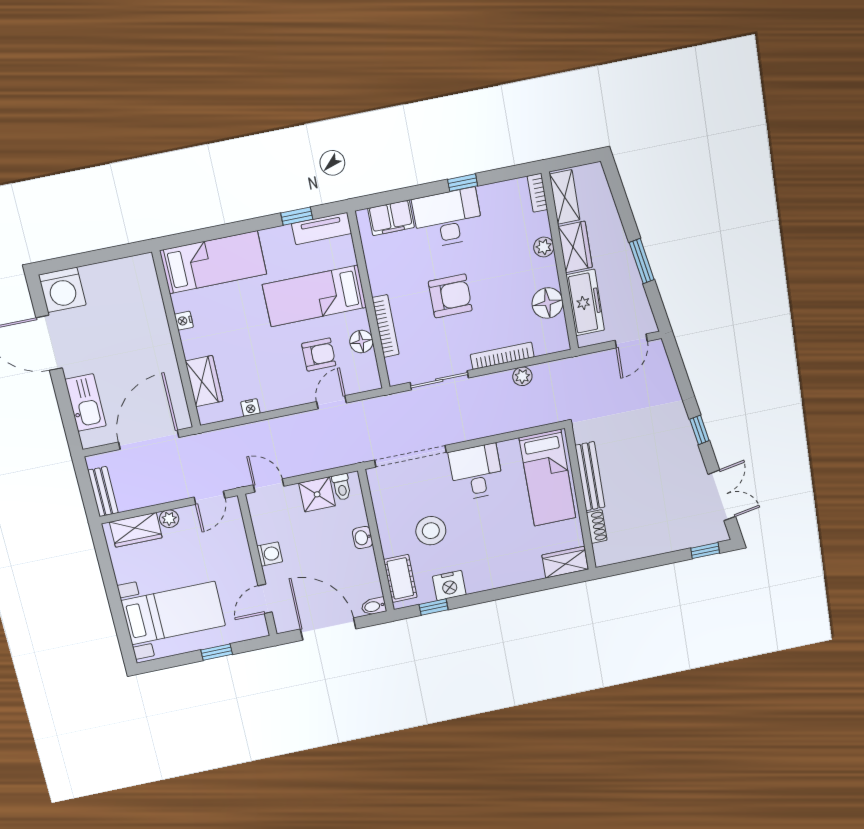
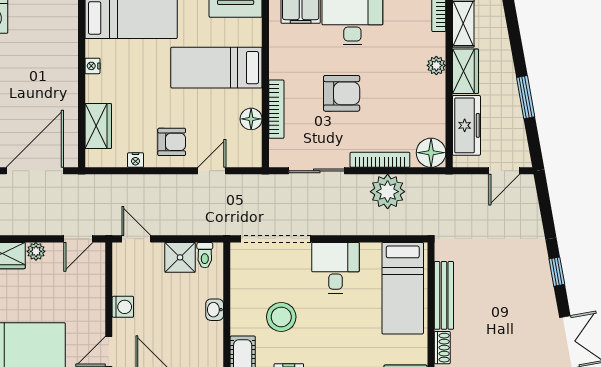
floor lamp: (548, 303) -> (431, 153), moved
armchair: (319, 355) -> (172, 142), moved
plant: (522, 376) -> (388, 192), width x1.88, depth x1.88

